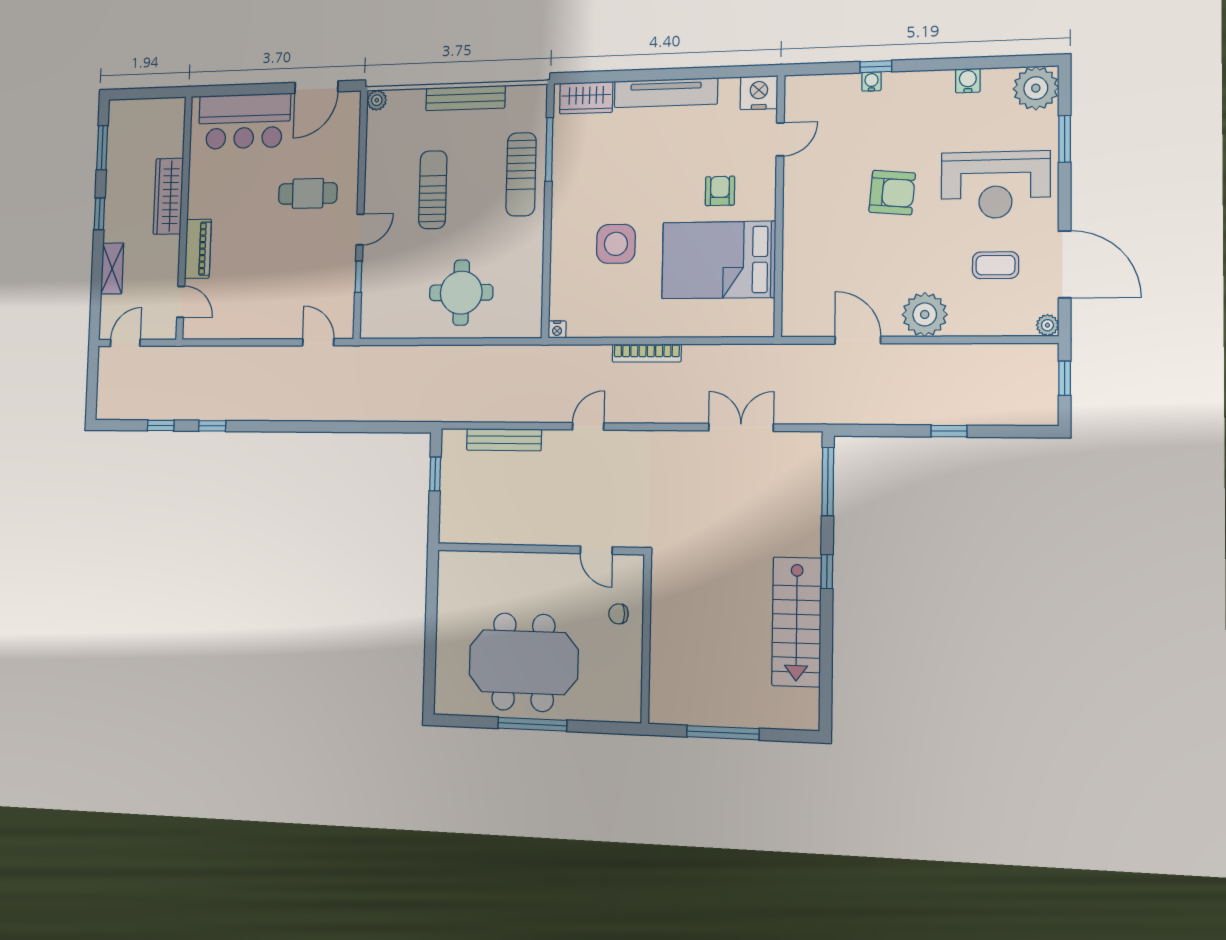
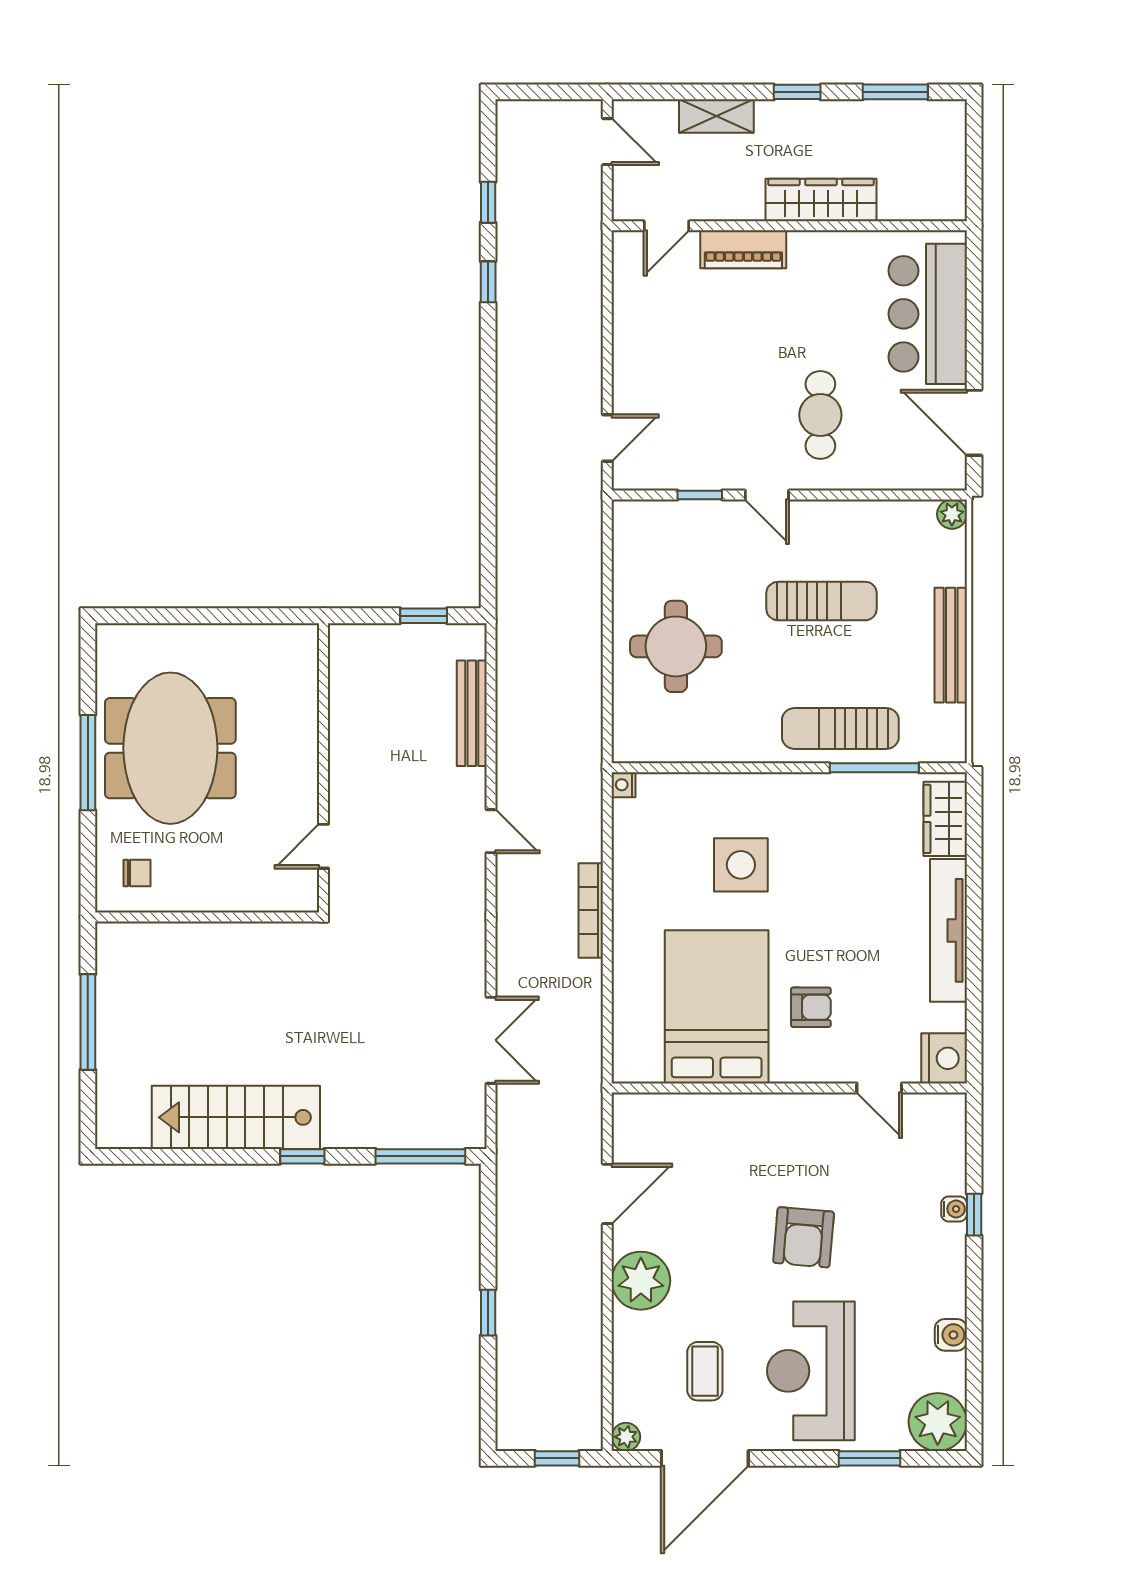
chair: (619, 614) -> (137, 873), moved, turned 90

